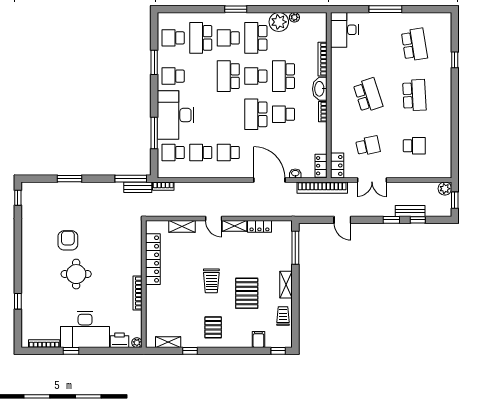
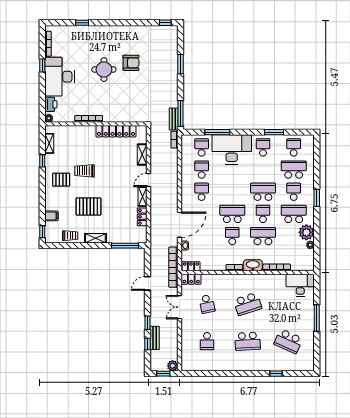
school desk: (414, 45) -> (288, 341), turned 33
trolley: (211, 281) -> (85, 171), moved

